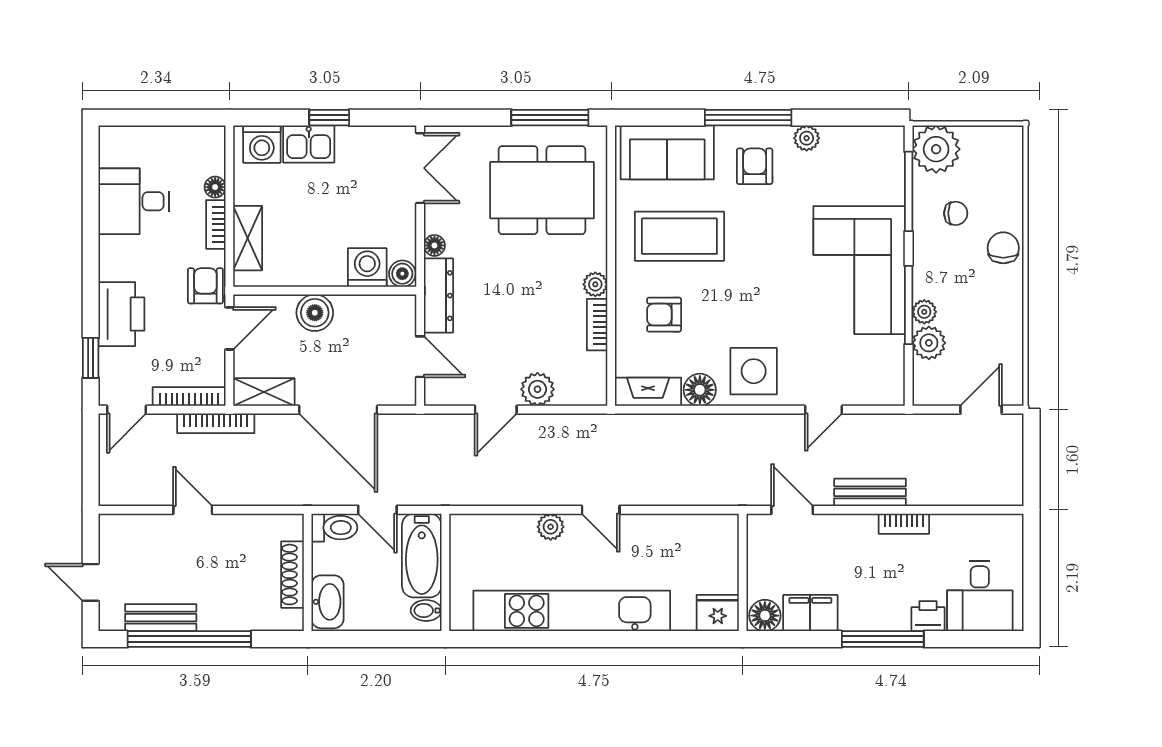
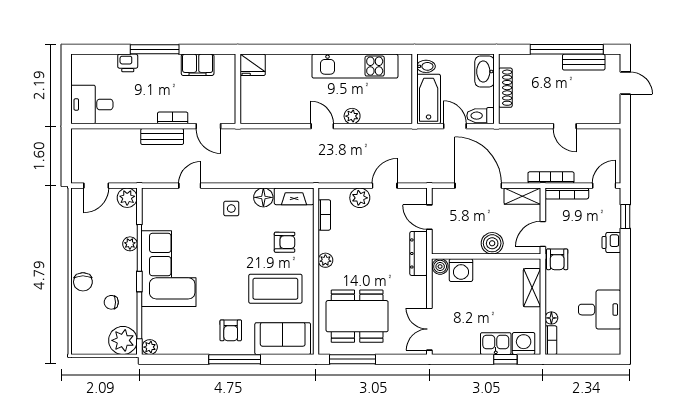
window: (329, 118) -> (505, 359), moved
plant: (807, 138) -> (150, 347), moved
bookcase: (216, 224) -> (551, 340), moved
floor lamp: (434, 245) -> (421, 283), removed
printer: (121, 314) -> (611, 242), width x0.53, depth x0.68
bookcase: (597, 325) -> (324, 215), moved
plant: (929, 343) -> (127, 198), moved
side table: (754, 371) -> (231, 209), width x0.54, depth x0.54
bookcase: (904, 524) -> (173, 118), moved
desk: (980, 596) -> (92, 104), moved, turned -90
kitchen unit: (572, 611) -> (355, 66), width x0.73
floor lamp: (765, 616) -> (225, 63), removed

